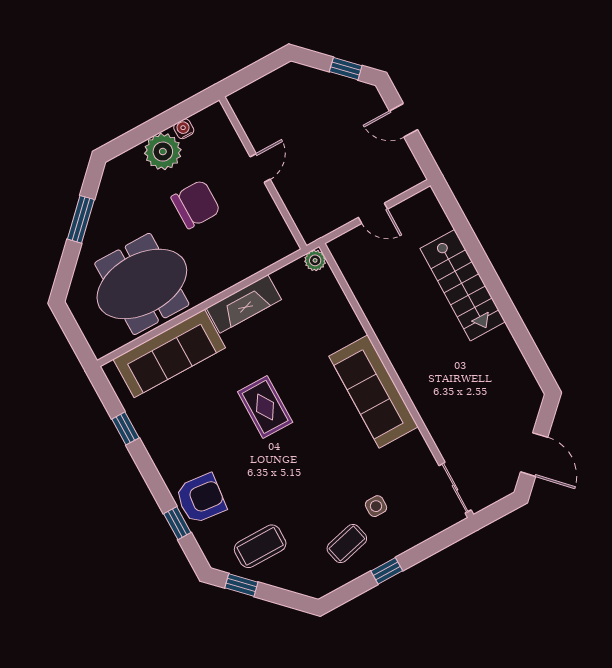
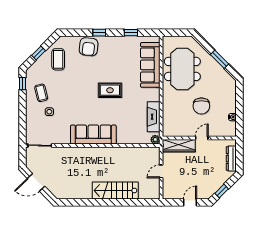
dresser: (269, 85) -> (231, 159), added
plant: (163, 152) -> (228, 104), removed
door: (260, 168) -> (202, 138), swing flipped
wardrobe: (301, 206) -> (179, 146), added
fireplace: (244, 304) -> (154, 117), moved
window: (177, 523) -> (99, 33), moved
window: (387, 571) -> (22, 84), moved
window: (241, 585) -> (38, 53), moved

